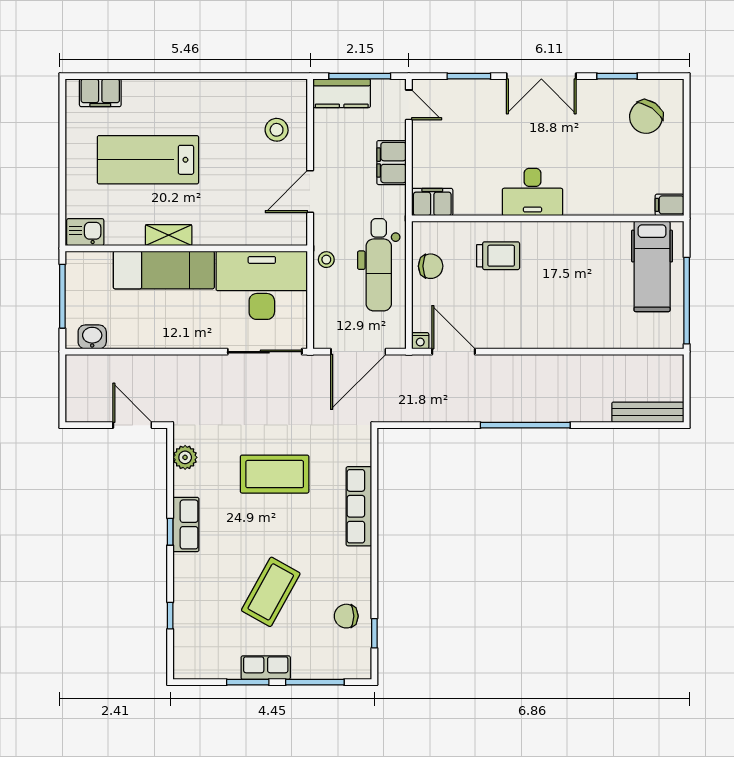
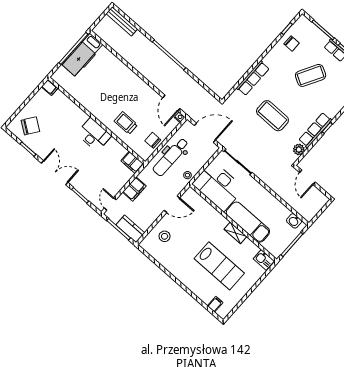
filing cabinet: (100, 93) -> (215, 304), width x0.50
dental chair: (379, 265) -> (171, 157), turned 180
hospital bed: (652, 266) -> (82, 55), moved, turned 180
row of seats: (186, 524) -> (315, 130), width x1.48

